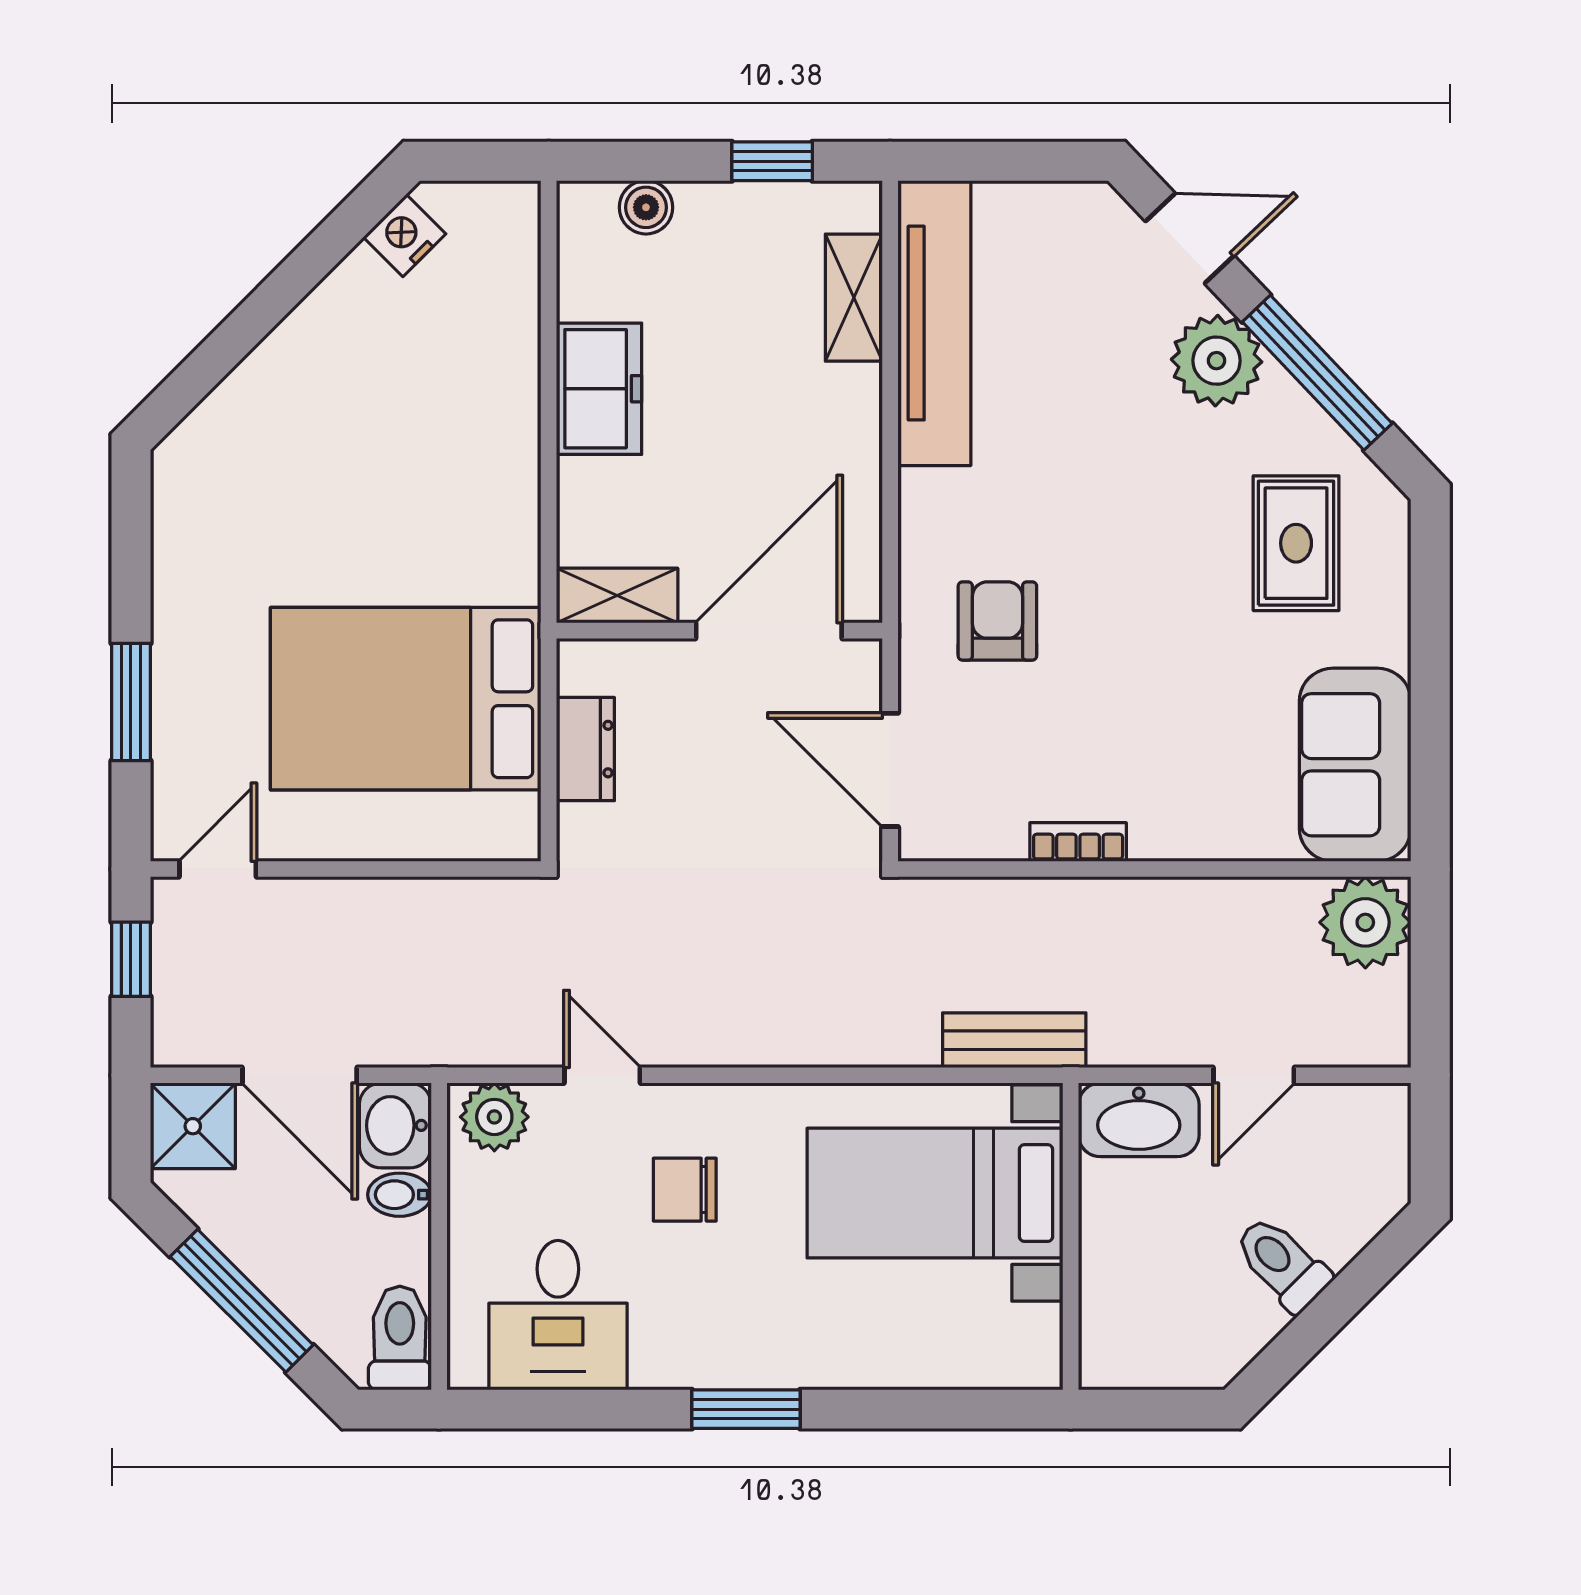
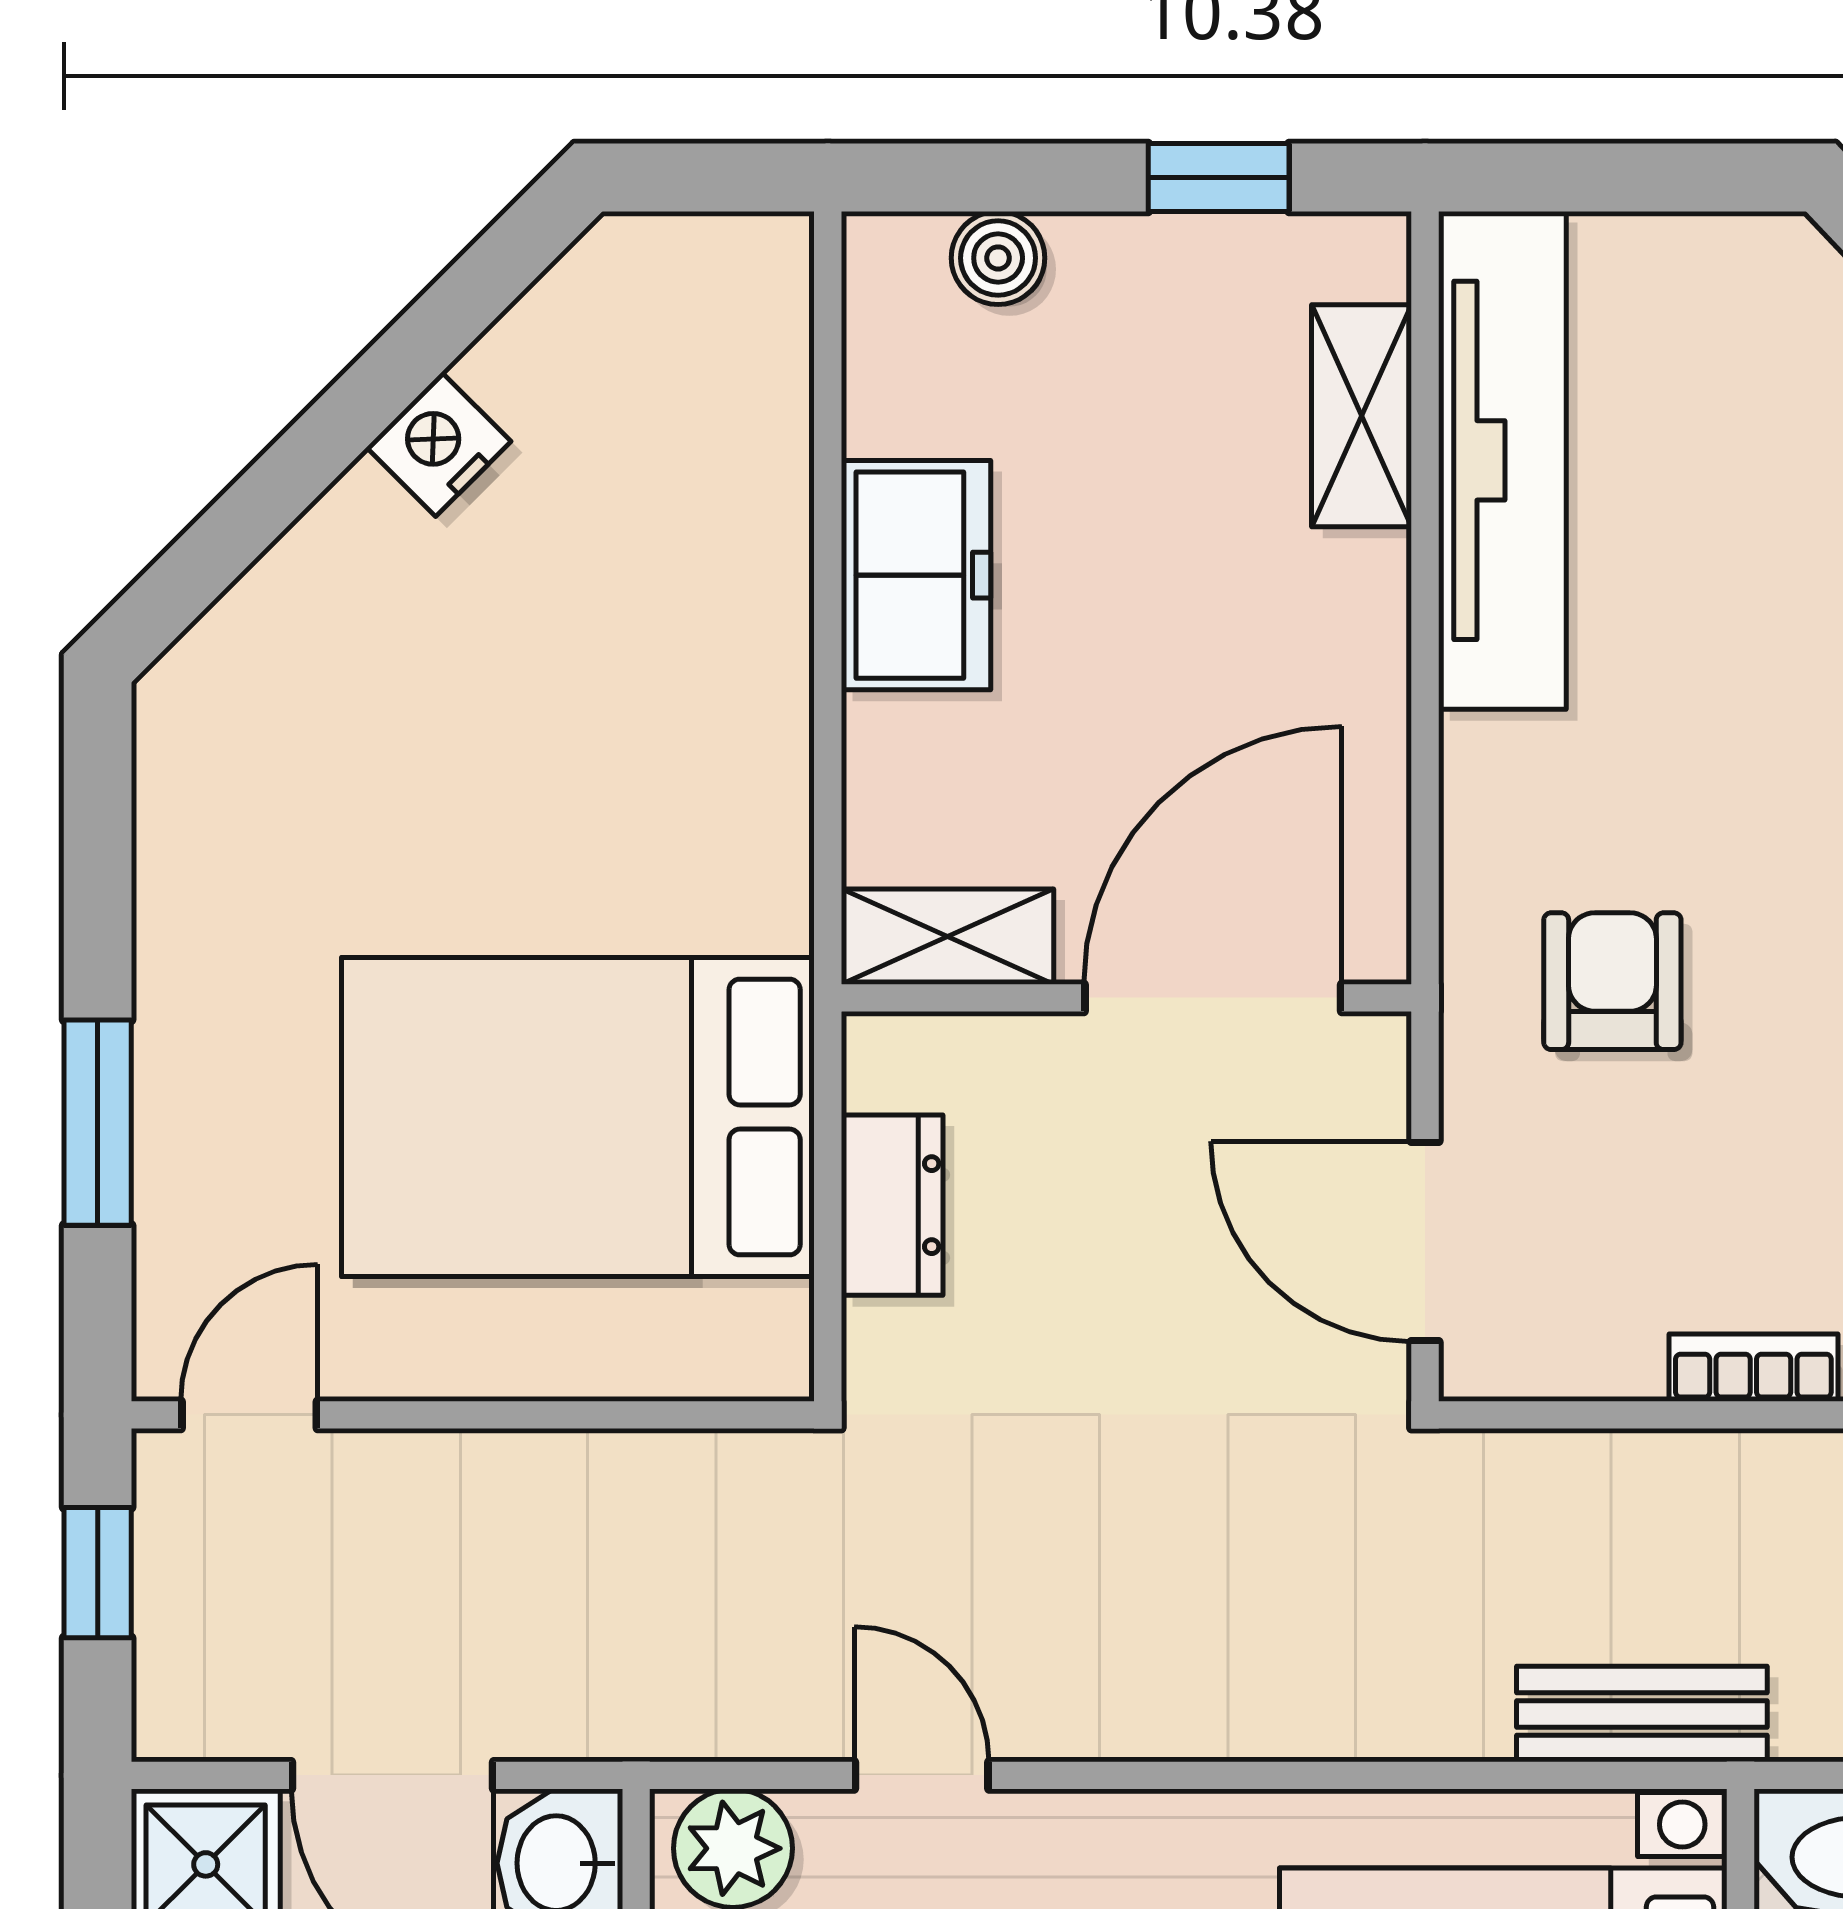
nightstand: (405, 235) -> (439, 444), moved

